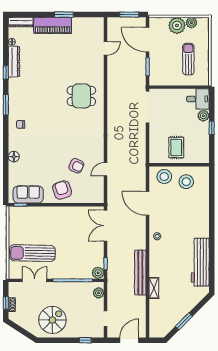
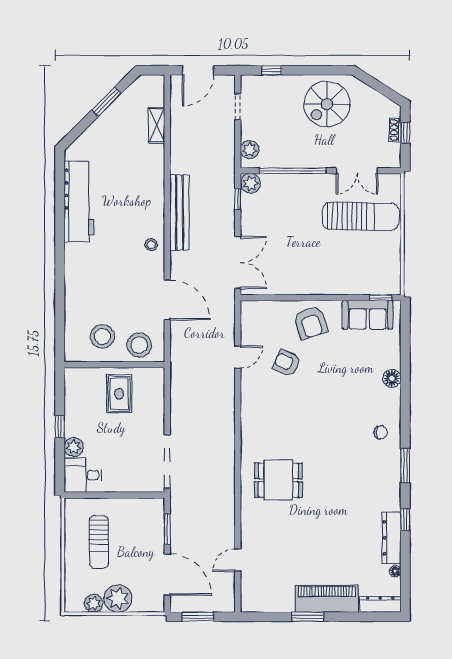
bench: (140, 273) -> (179, 212), moved
shelving: (154, 288) -> (157, 125), moved

